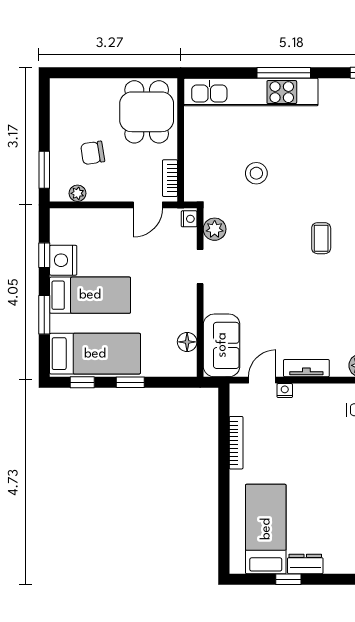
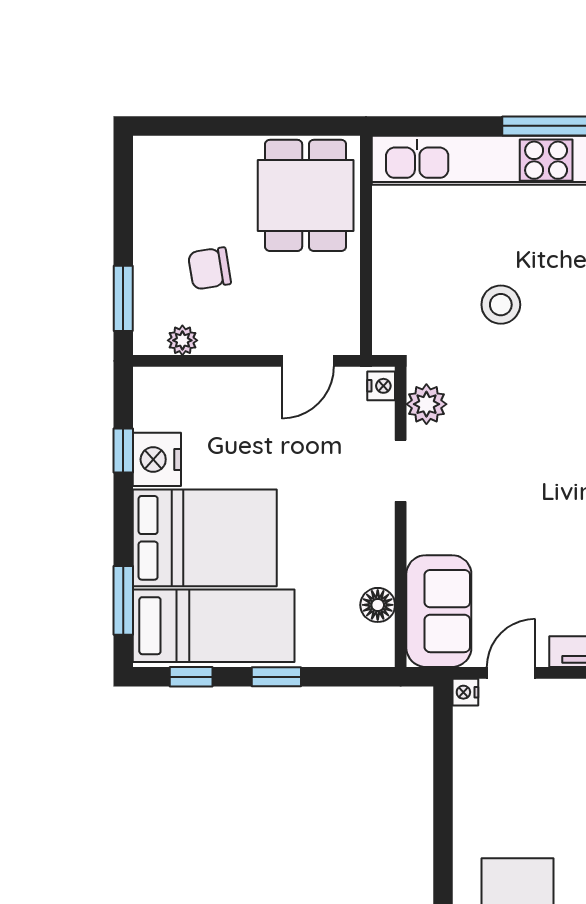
bookcase: (170, 178) -> (347, 313), removed
bed: (90, 295) -> (205, 538), width x1.50
window: (44, 315) -> (123, 600), moved
nightstand: (285, 391) -> (465, 692), moved, turned -90
bookcase: (236, 443) -> (465, 784), removed

